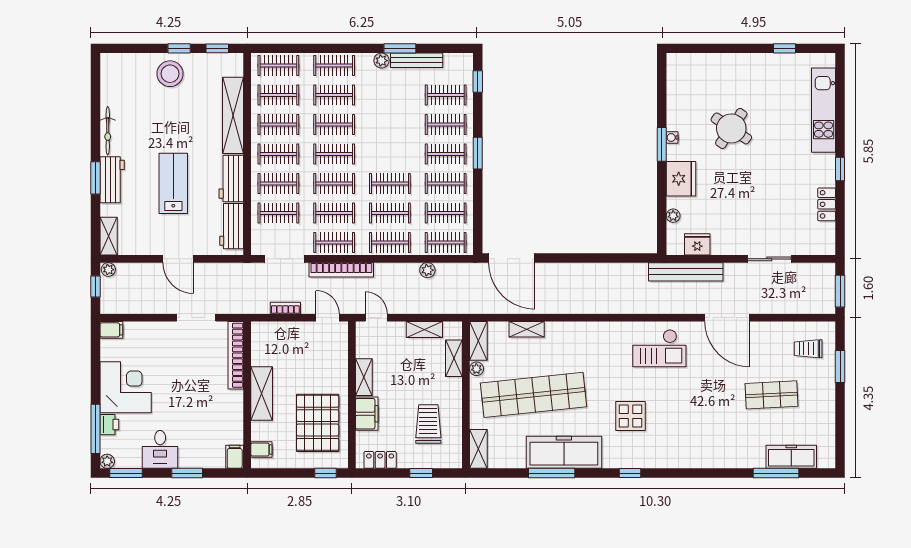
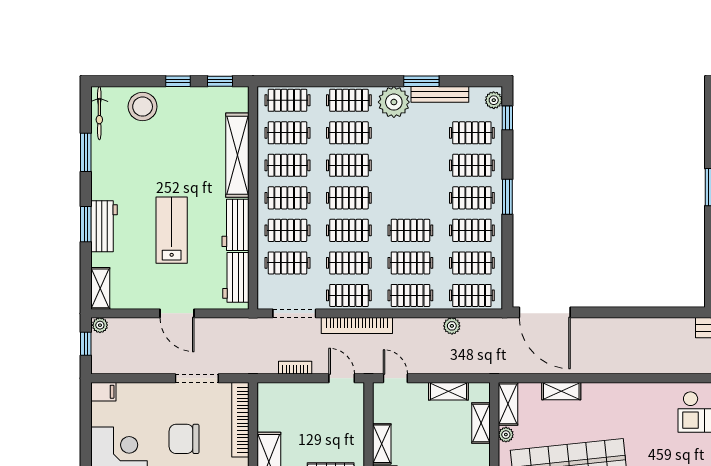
plant: (381, 61) -> (394, 102), width x1.87, depth x1.87
plant: (465, 65) -> (494, 100), added
stool: (170, 74) -> (143, 107), moved
window: (95, 113) -> (86, 152), added
bicycle: (108, 131) -> (99, 113), moved
chair: (185, 373) -> (184, 439), added

